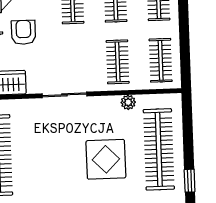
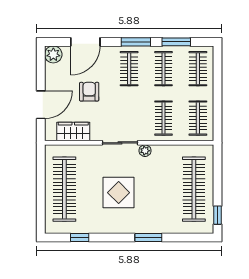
plant: (128, 102) -> (145, 151), moved
display table: (106, 159) -> (119, 193), moved

